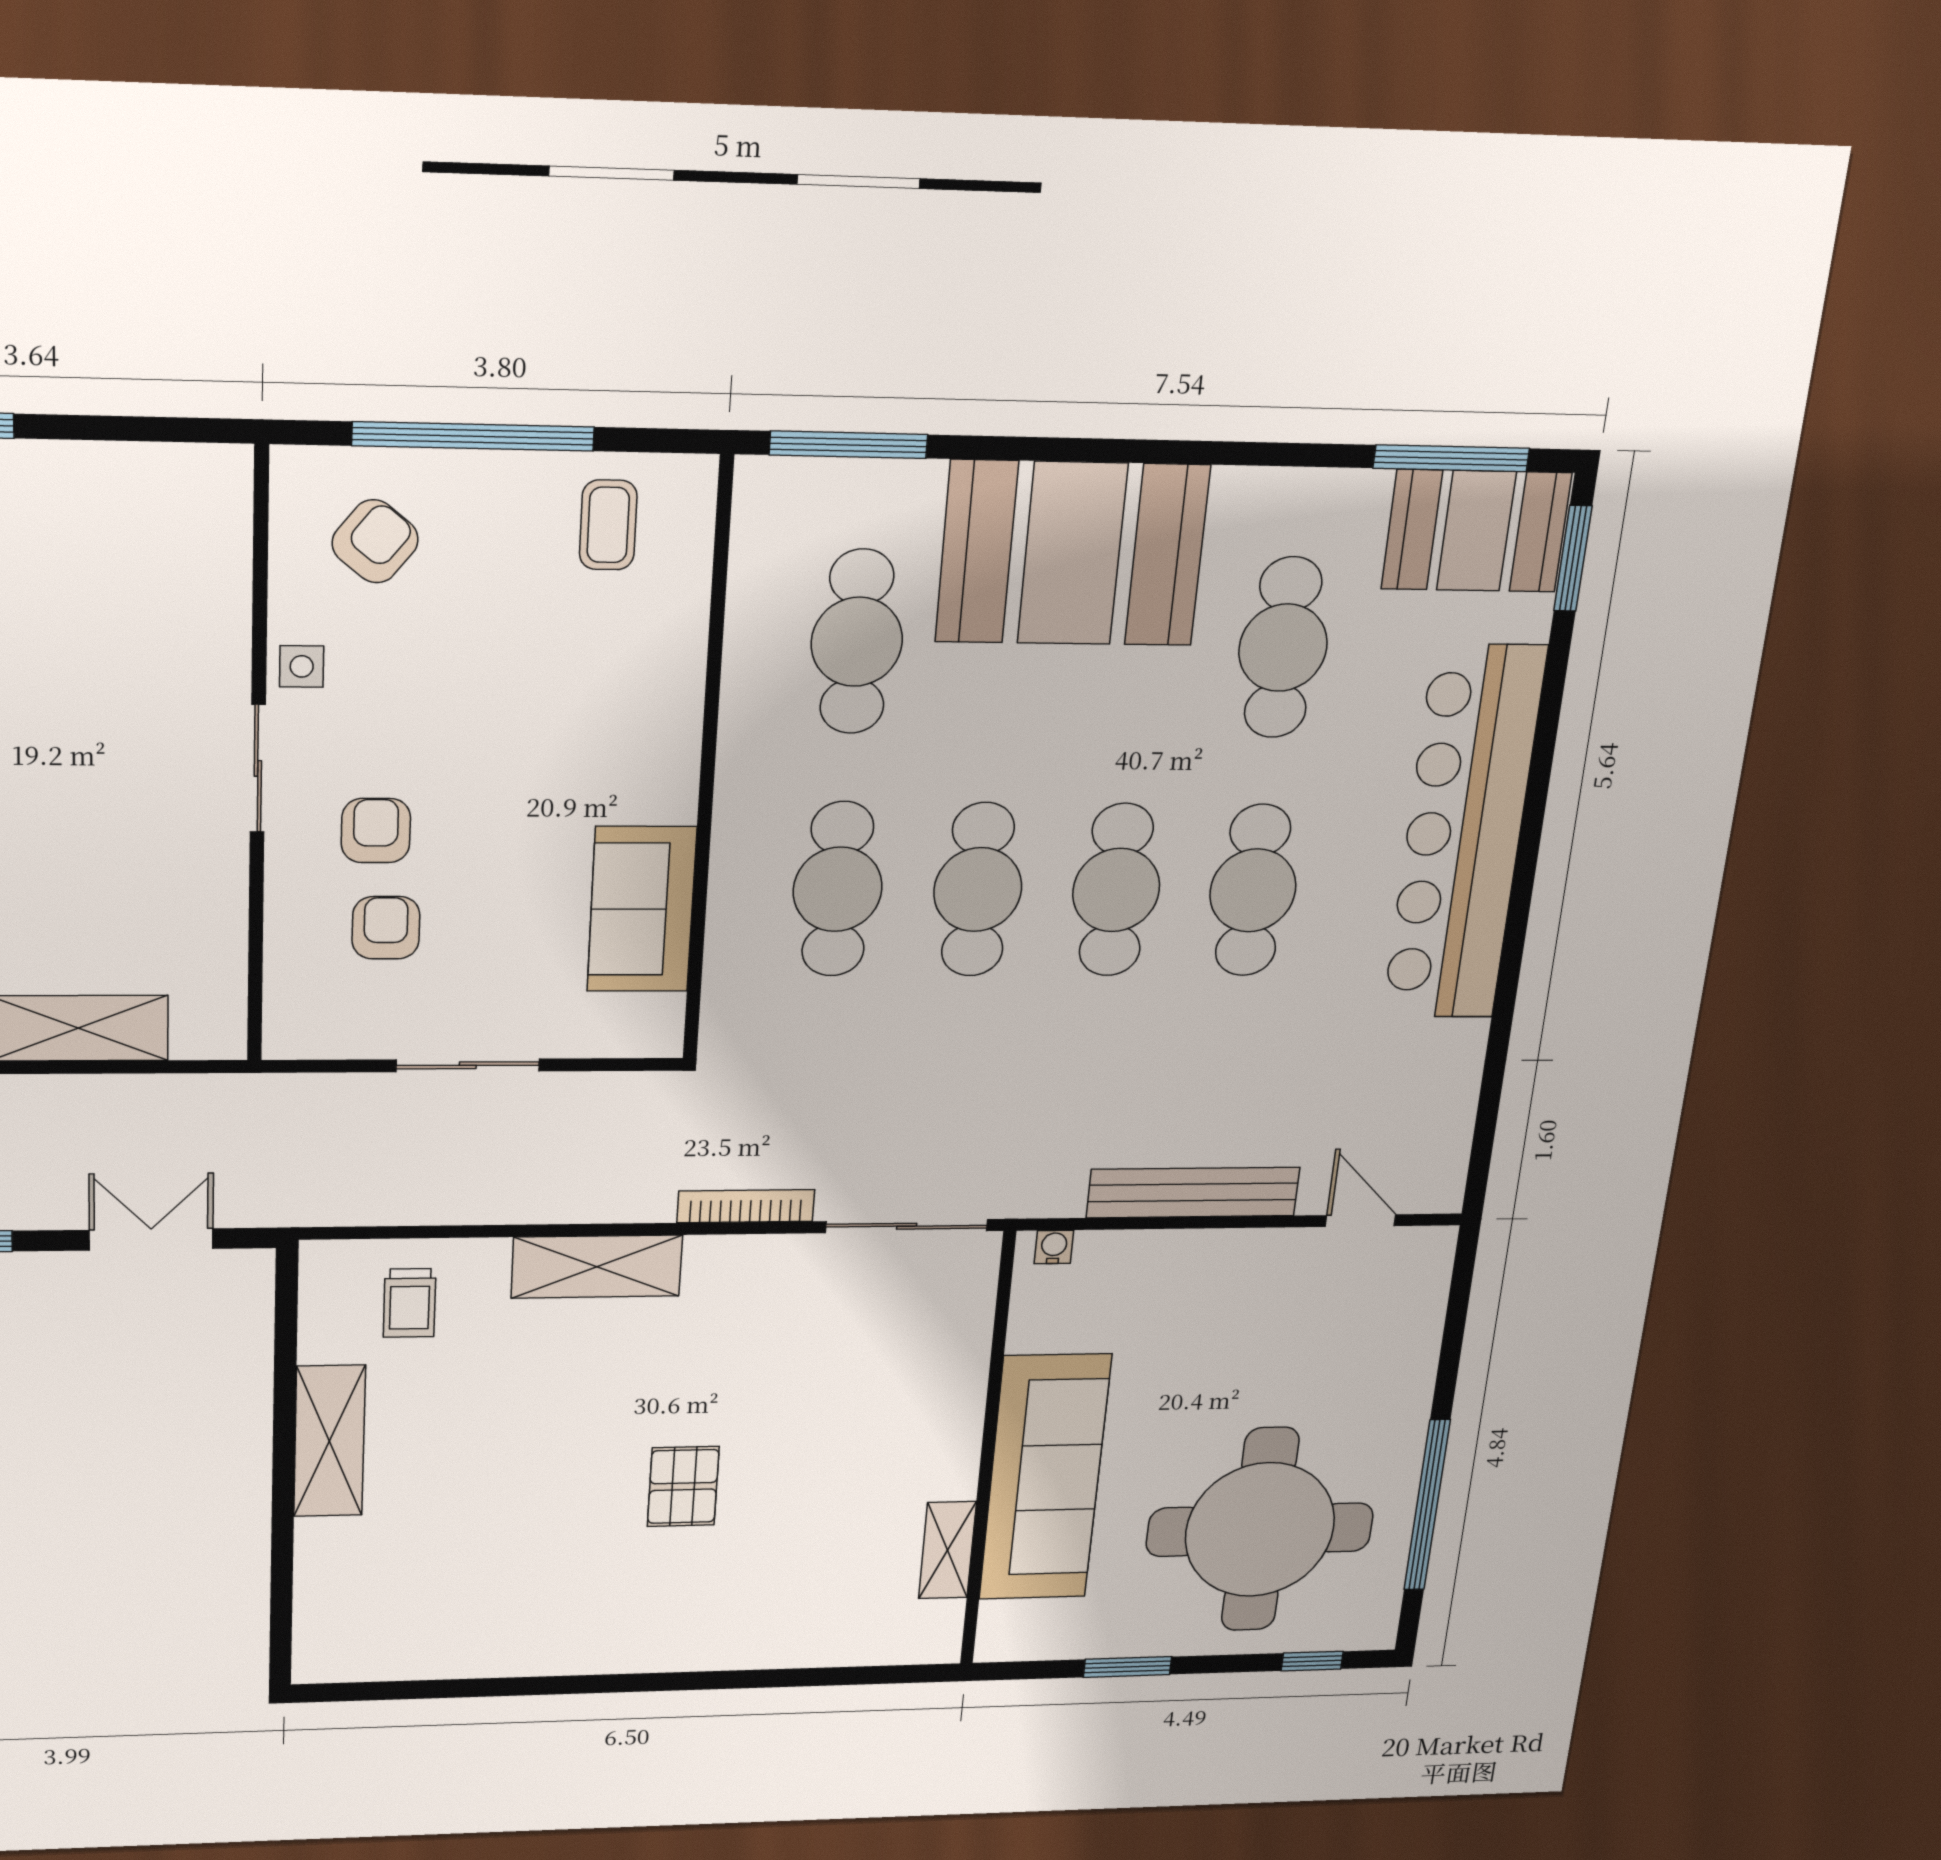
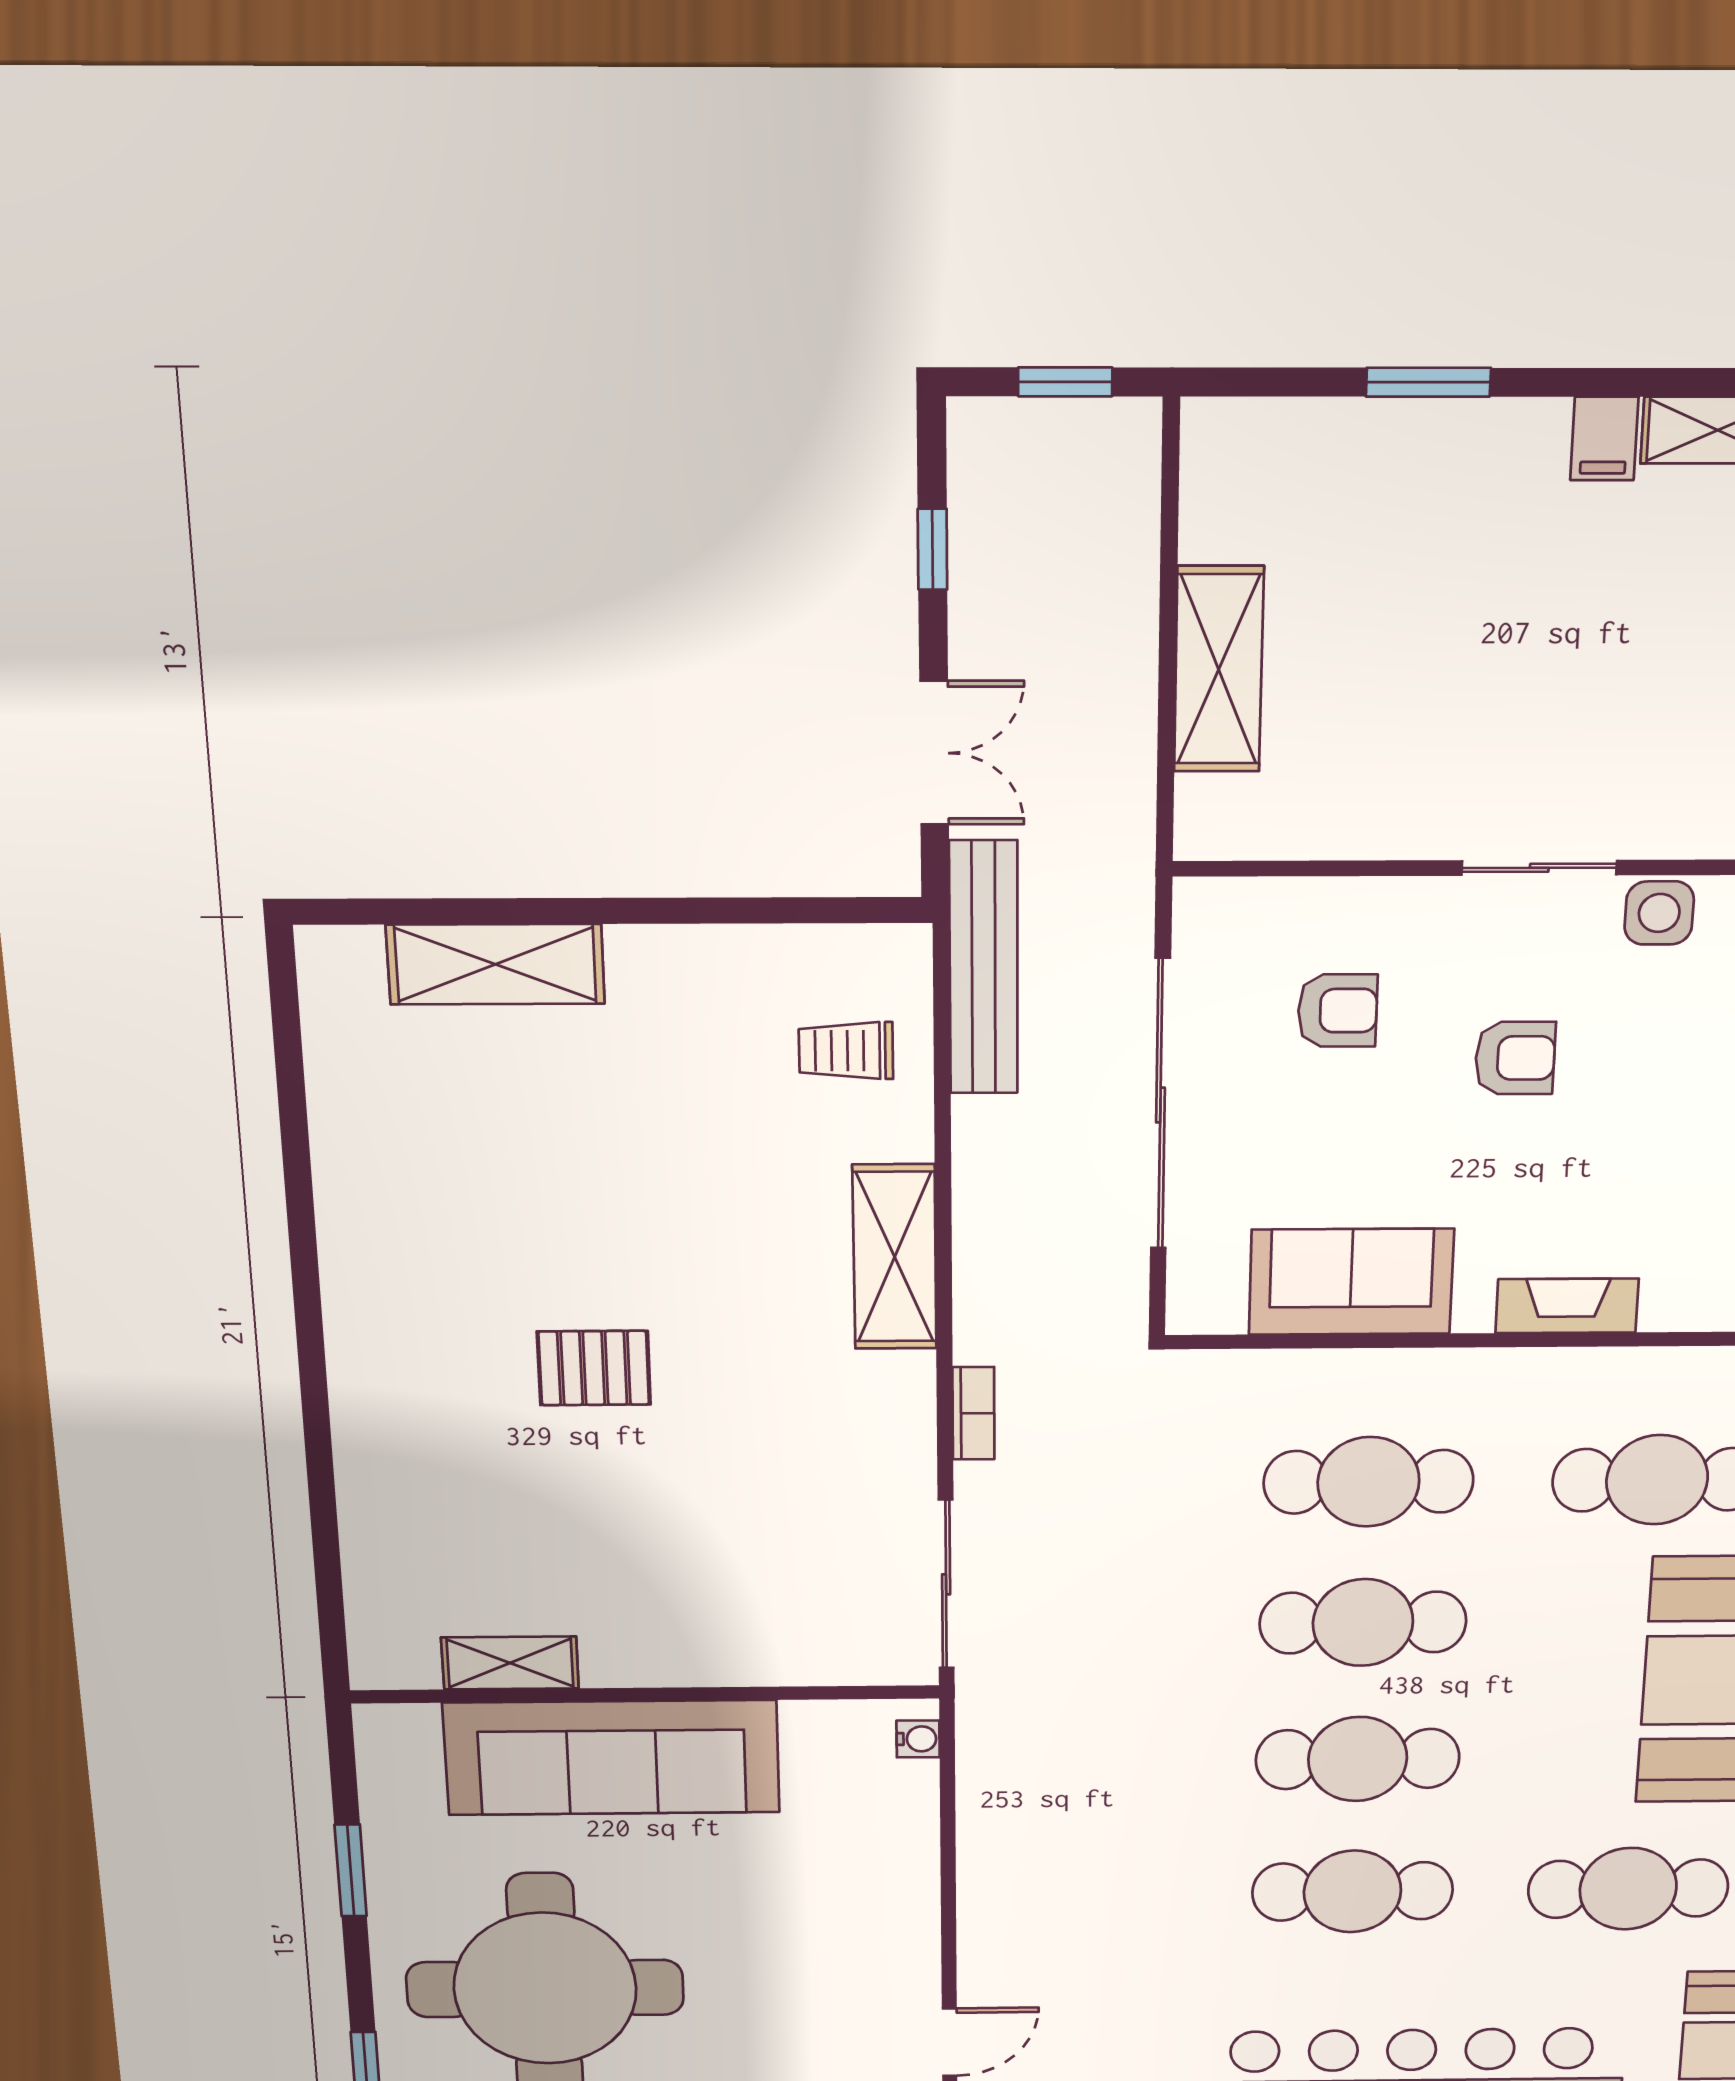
side table: (302, 666) -> (1659, 913), width x1.37, depth x1.37
fireplace: (677, 728) -> (1567, 1306), added
armchair: (376, 831) -> (1515, 1058), moved
sliding door: (468, 1065) -> (1160, 1105), width x1.86
bench: (1193, 1193) -> (984, 968), moved
bookcase: (746, 1206) -> (973, 1413), width x0.64
shelving: (329, 1441) -> (495, 964), moved

